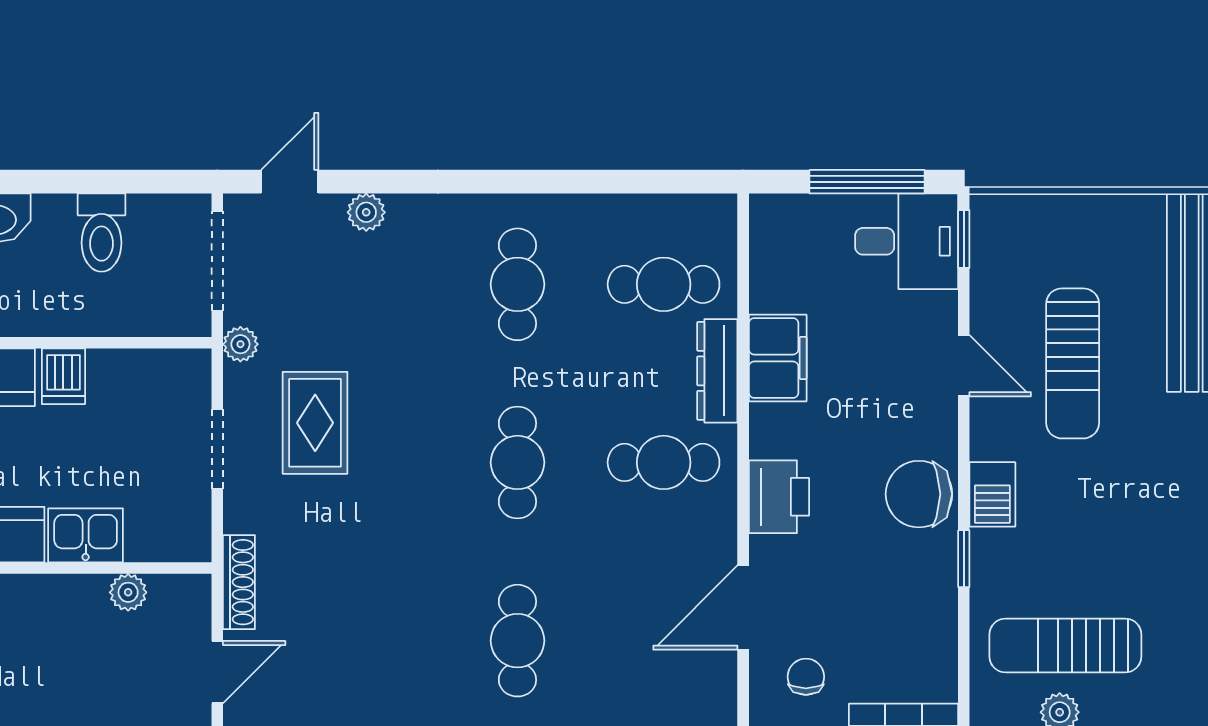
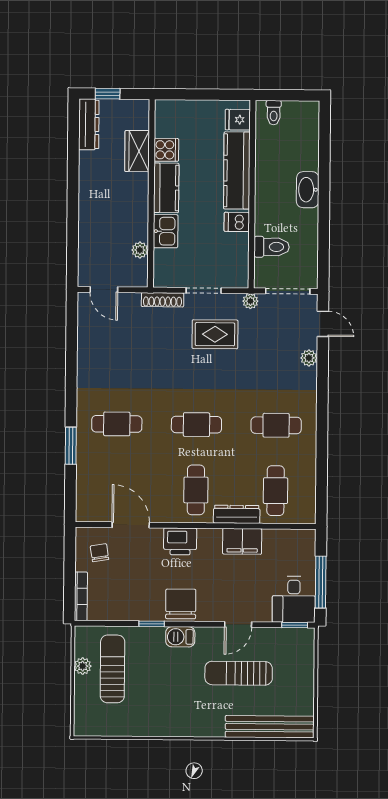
toilet: (101, 233) -> (272, 247), moved, turned 180
shoe rack: (239, 582) -> (163, 300), moved
chair: (806, 677) -> (100, 553), turned -99

